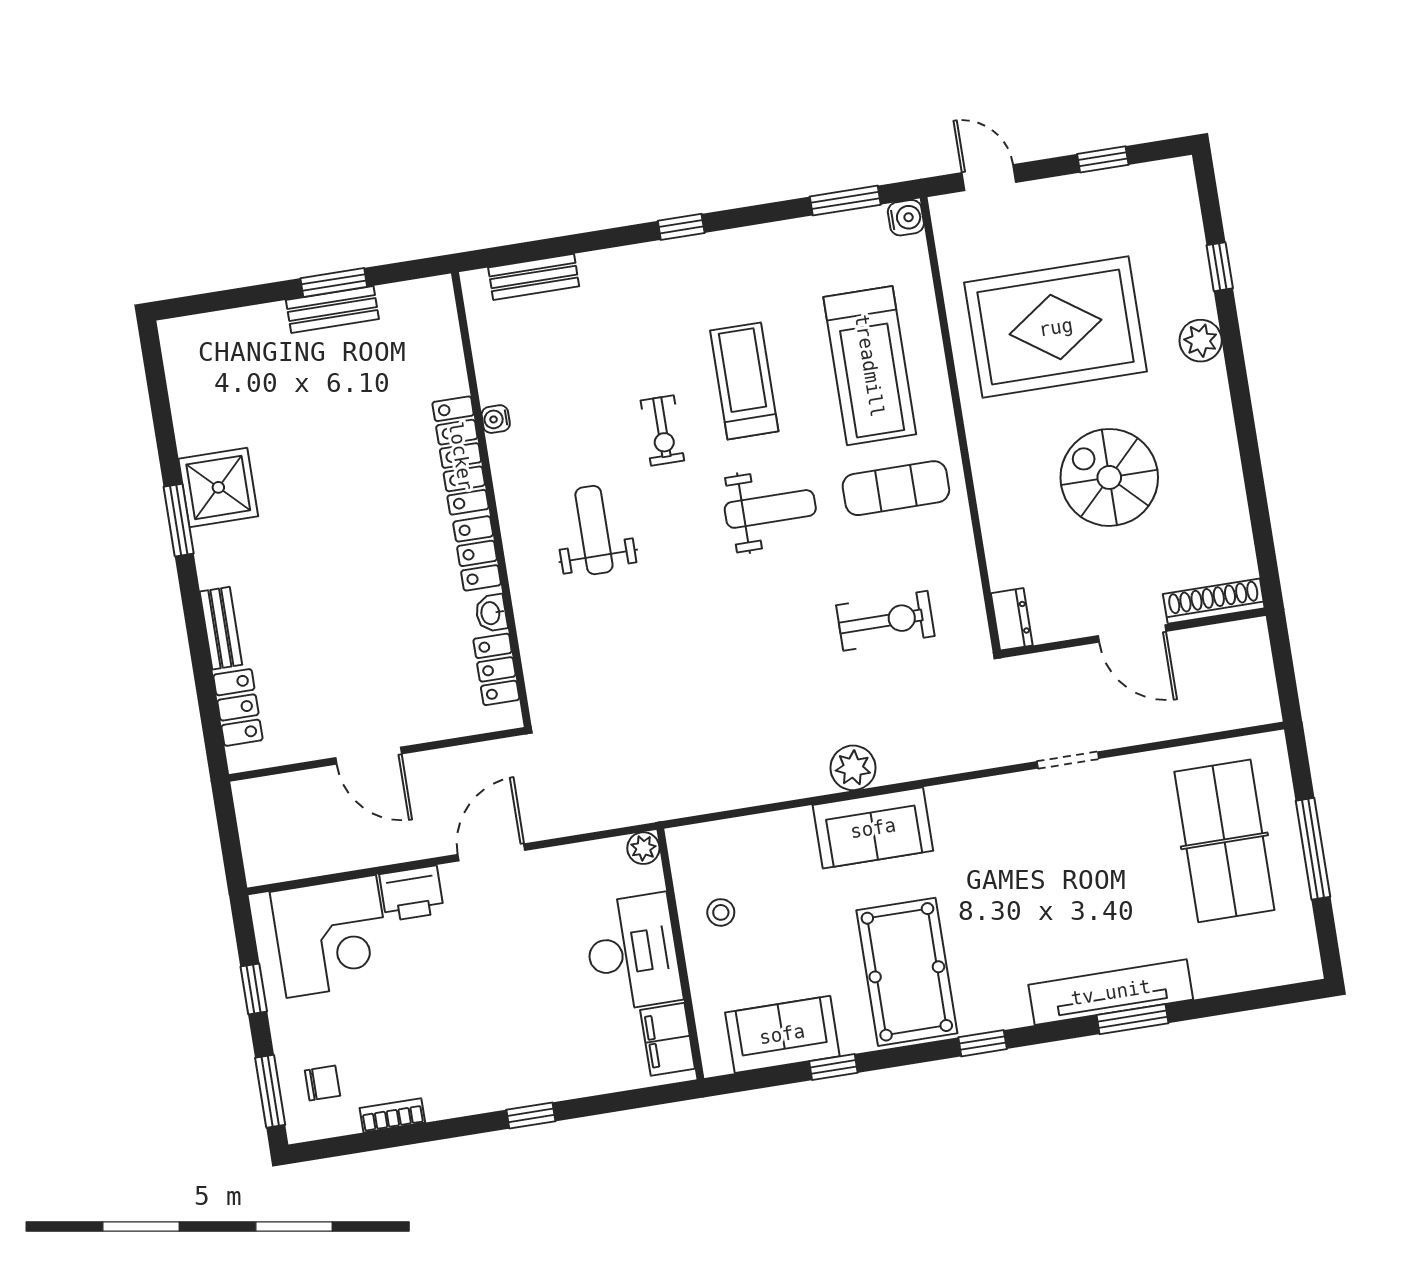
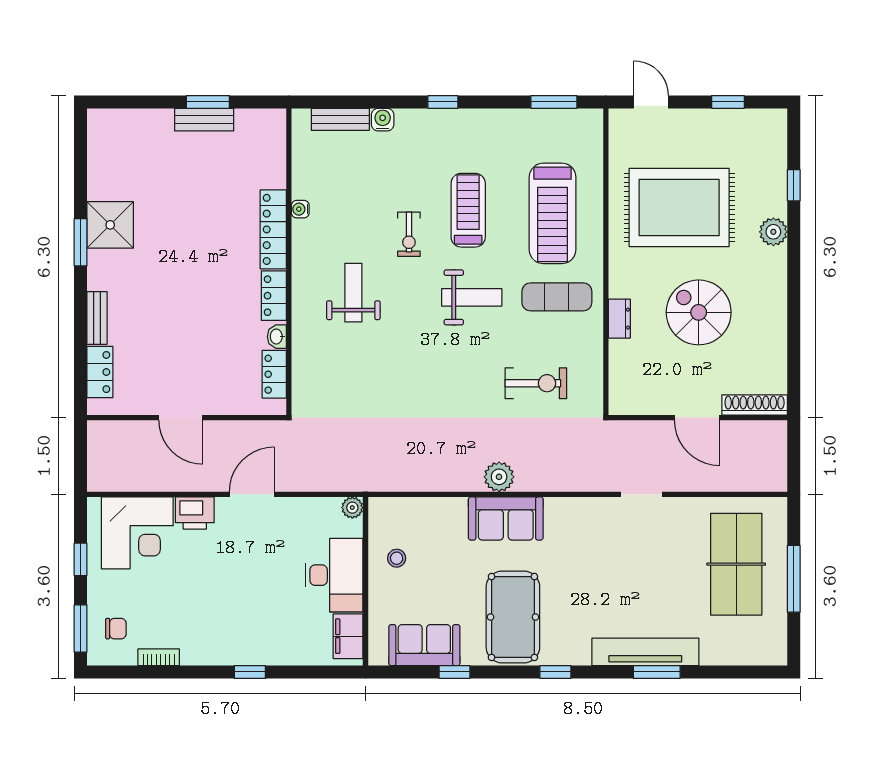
water cooler: (906, 218) -> (383, 120), moved, turned -90
dresser: (1012, 619) -> (619, 319), moved

